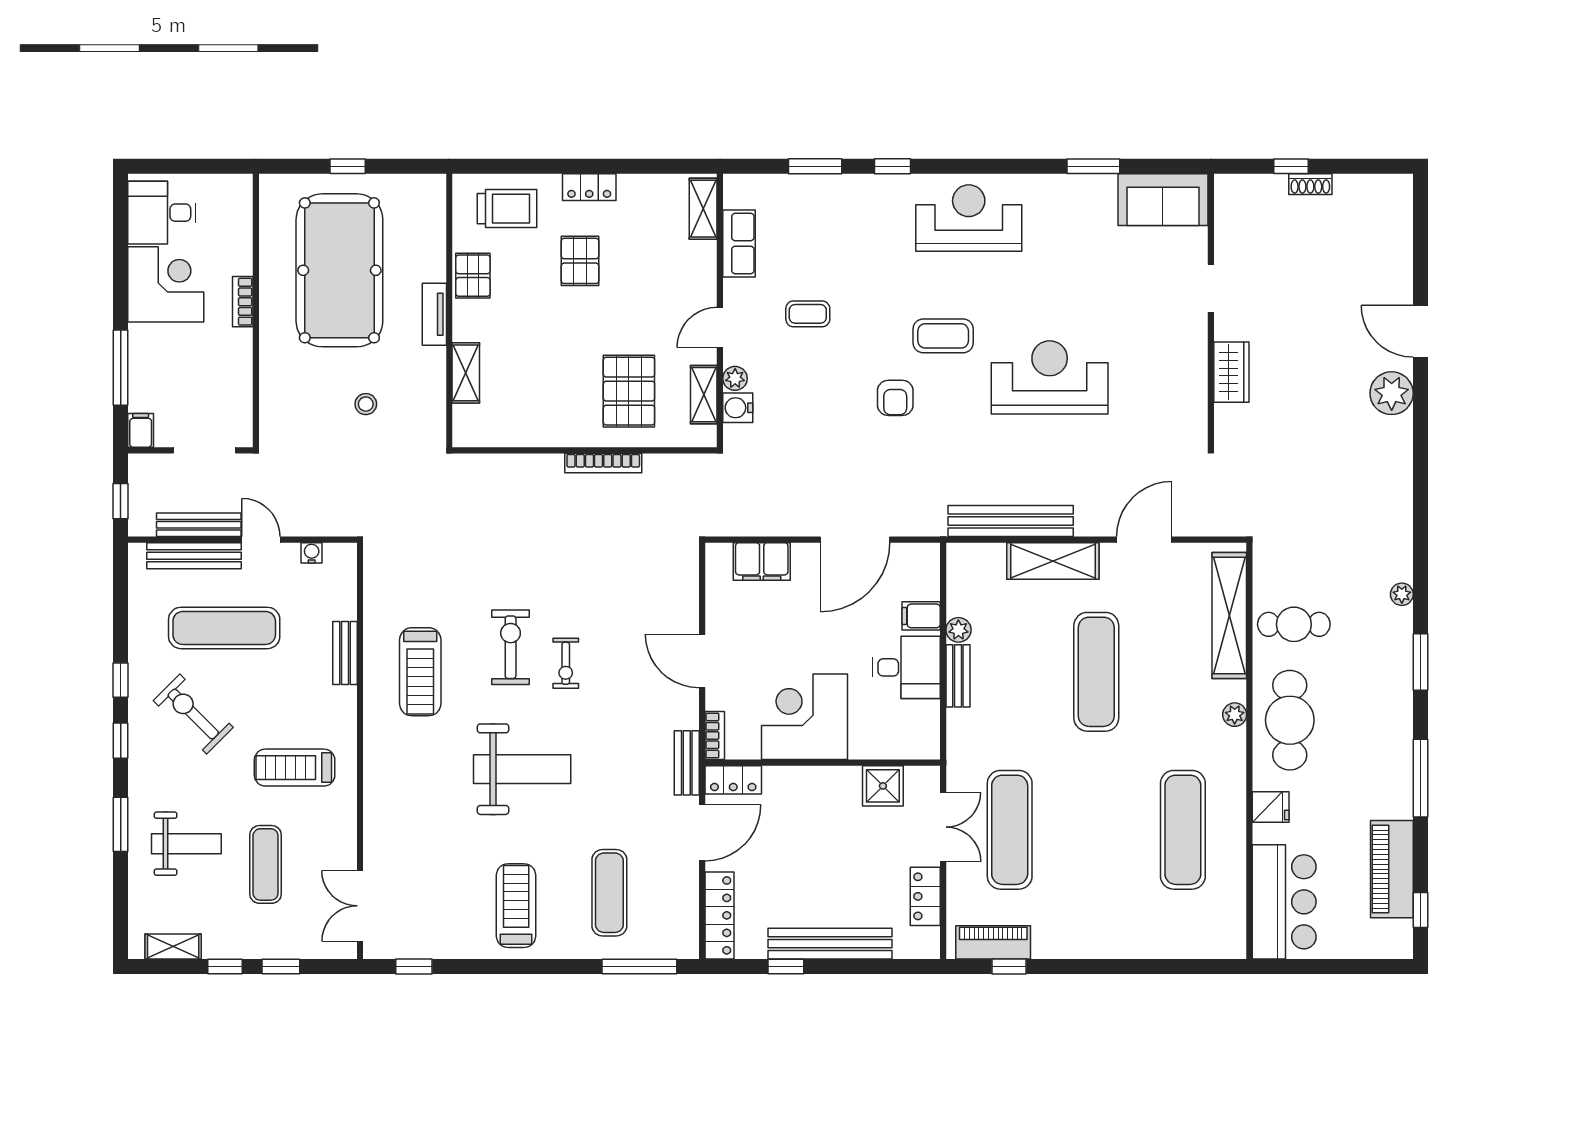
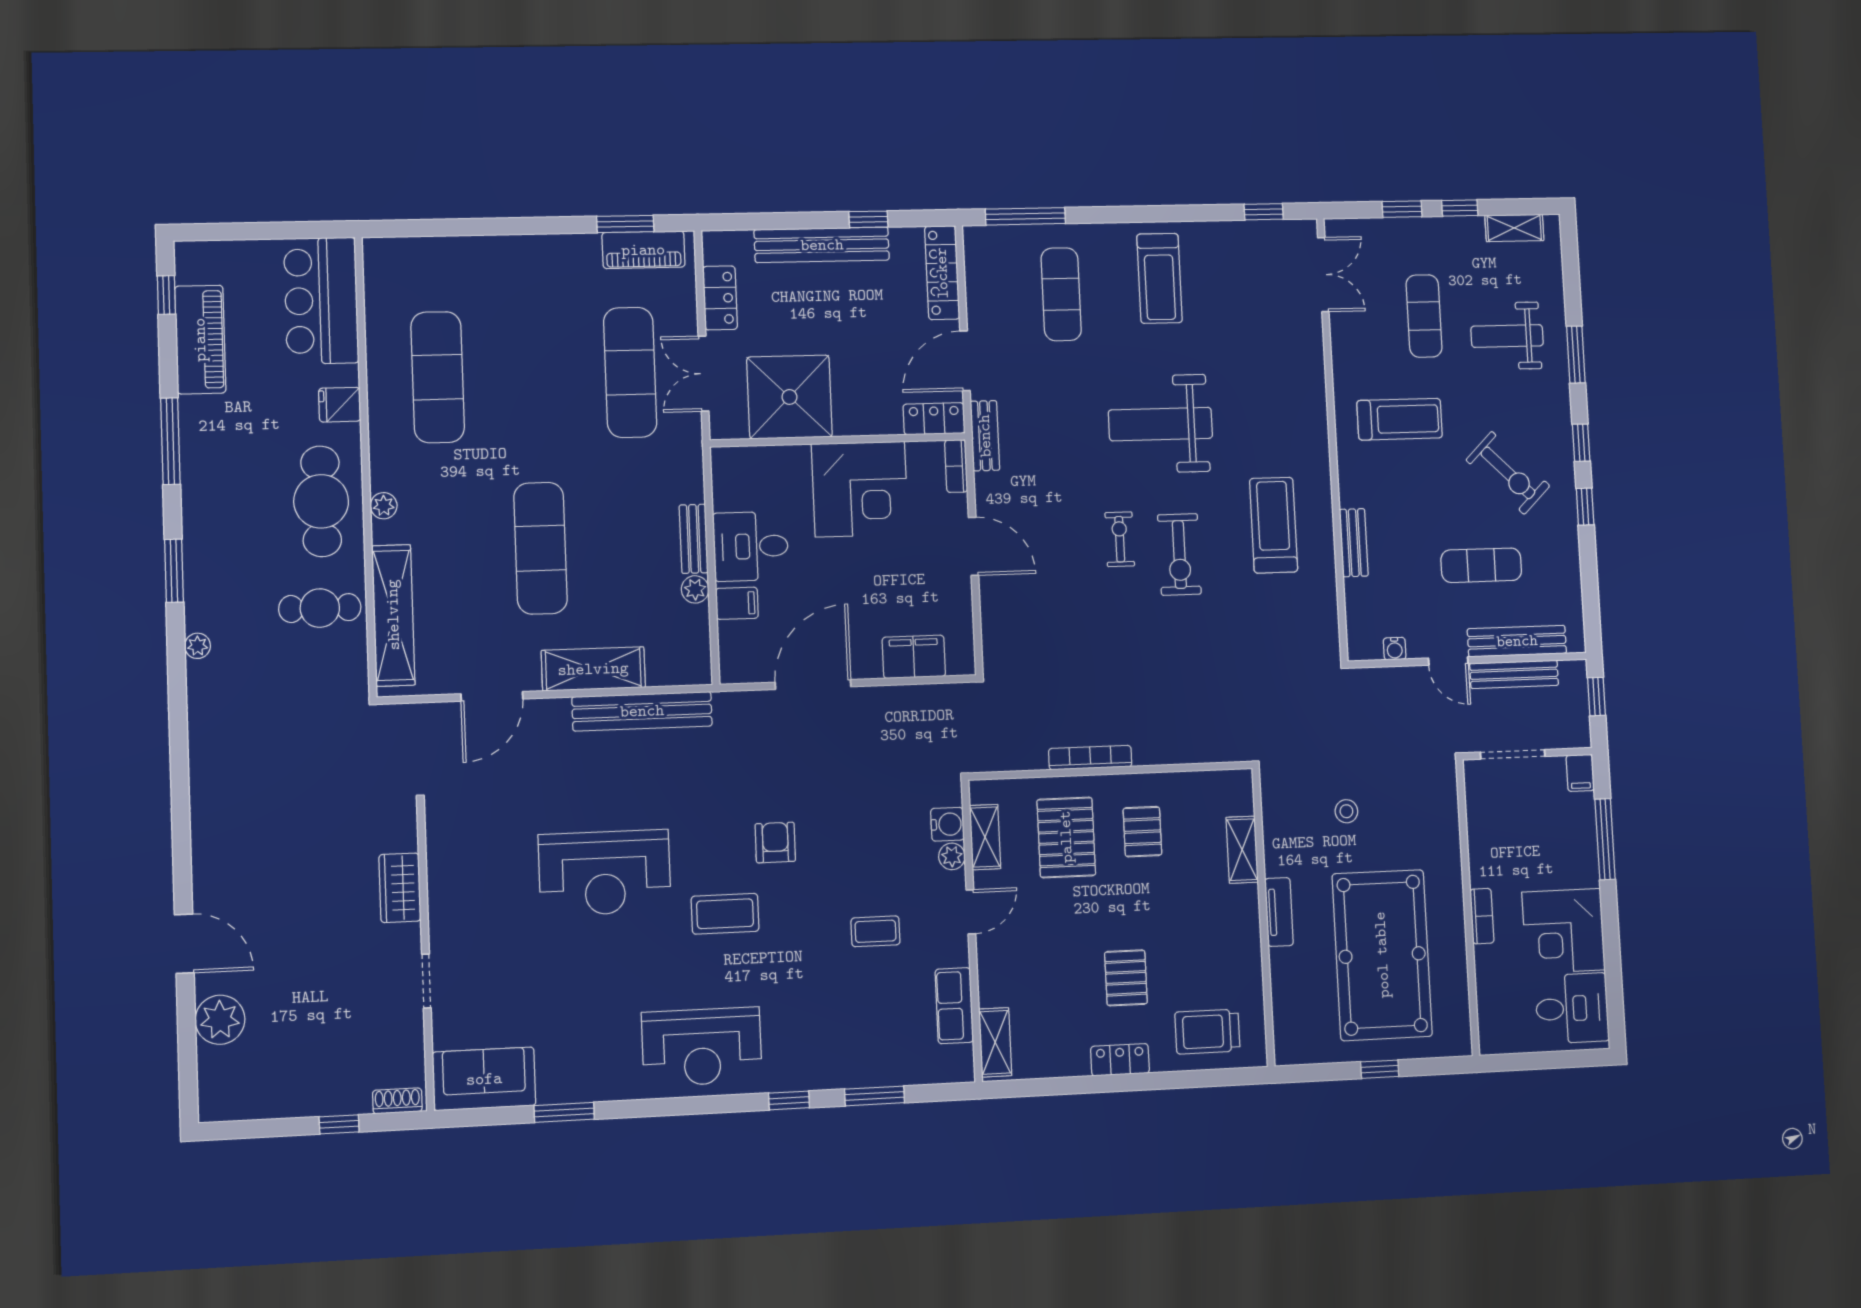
shoe rack: (1310, 184) -> (397, 1101), moved
pallet: (473, 276) -> (1142, 832), moved
plant: (1392, 393) -> (220, 1020), moved
exercise mat: (224, 628) -> (1481, 565), width x0.73, depth x0.69
shower: (883, 786) -> (789, 397), width x1.86, depth x1.86
window: (1009, 966) -> (625, 224), width x1.50

